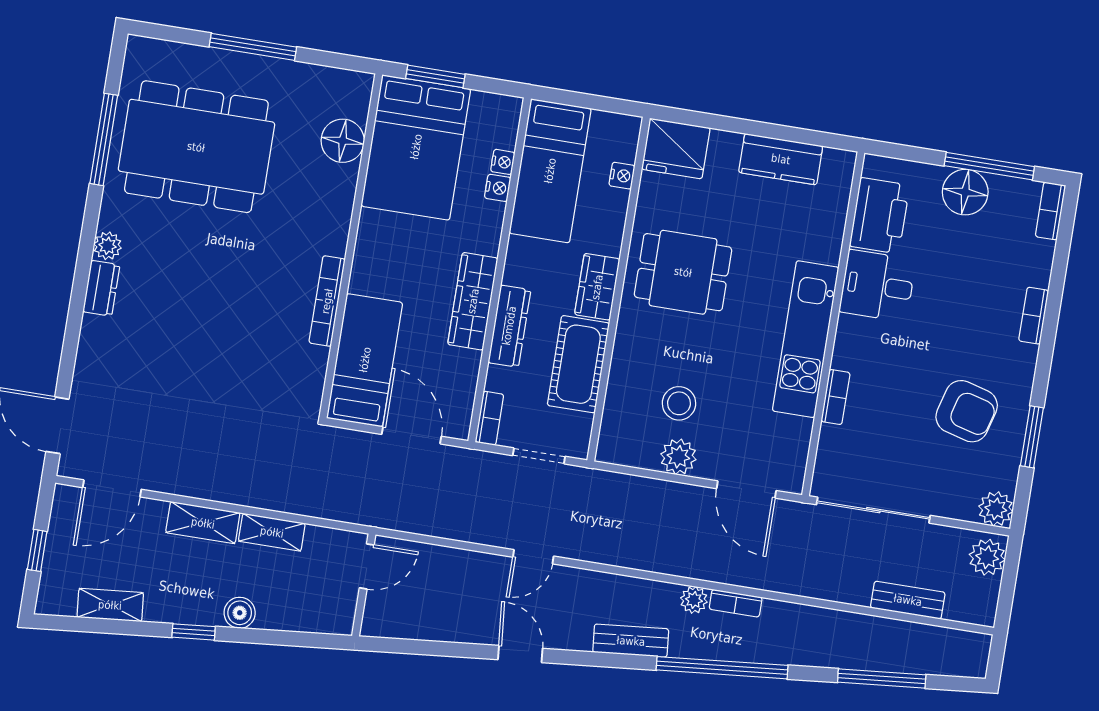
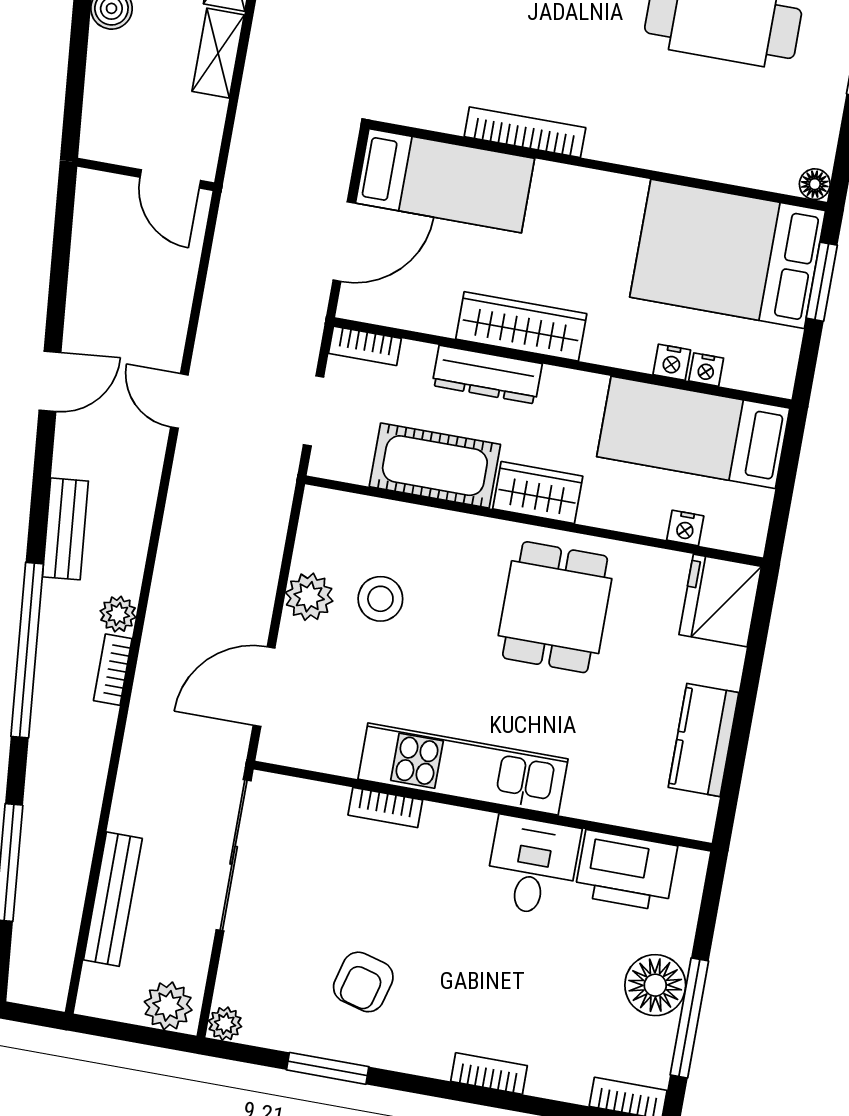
floor lamp: (343, 141) -> (815, 184), moved, width x0.53, depth x0.53
armchair: (967, 411) -> (363, 982), width x0.72, depth x0.72
plant: (996, 509) -> (225, 1024), width x0.73, depth x0.73
bench: (908, 600) -> (113, 899), width x1.36

